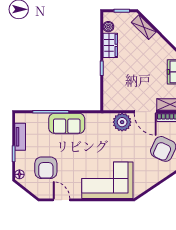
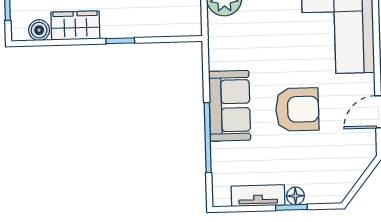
armchair: (46, 168) -> (297, 109), moved
floor lamp: (19, 174) -> (295, 196), moved

